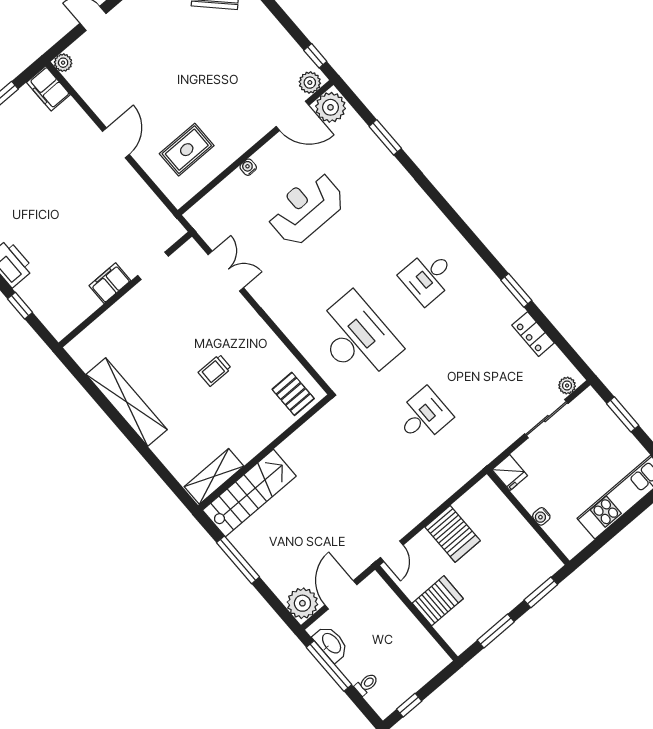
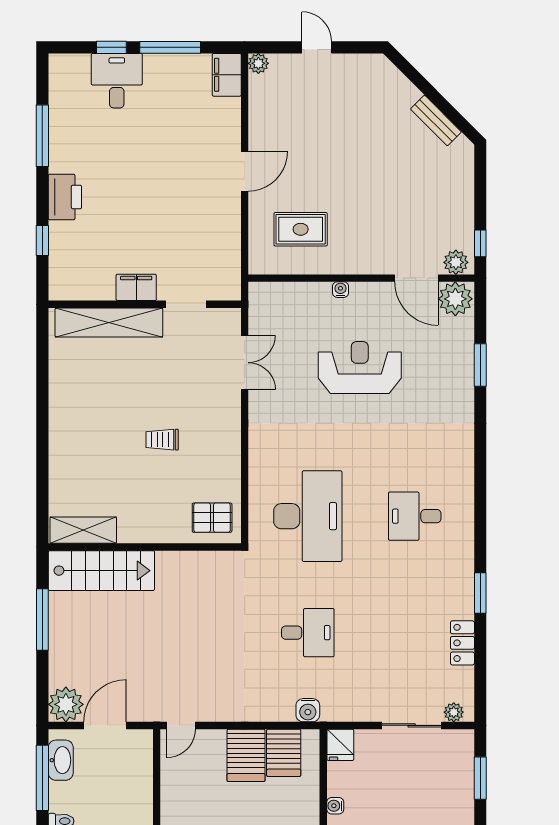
pallet: (293, 394) -> (212, 518), turned 90
shelving: (127, 402) -> (109, 323), moved, turned 90
water cooler: (468, 468) -> (308, 710), added
server rack: (438, 601) -> (284, 753), moved, turned 90

